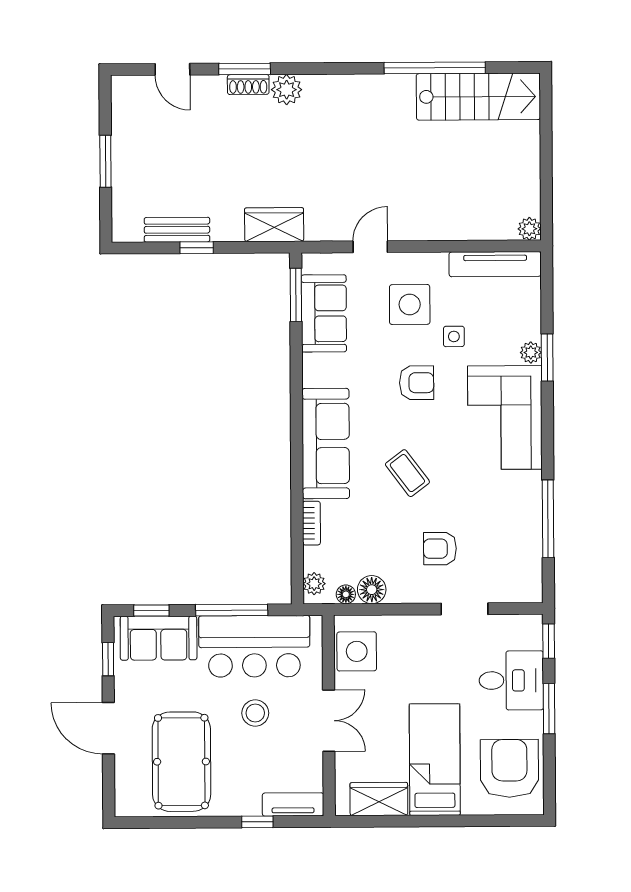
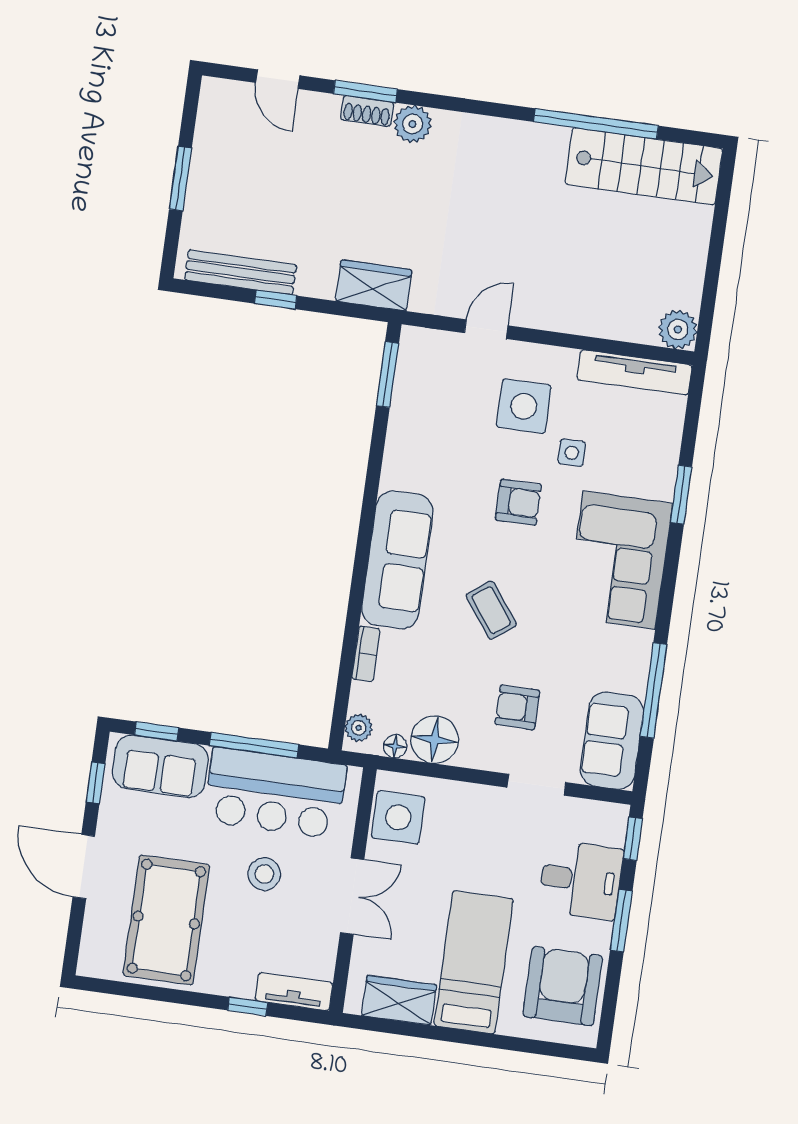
plant: (529, 229) -> (678, 330), width x1.38, depth x1.38
bench: (177, 230) -> (241, 272), width x1.36
sofa: (324, 313) -> (612, 741), moved, turned 180
plant: (531, 353) -> (662, 486), removed
floor lamp: (372, 590) -> (435, 740), width x1.38, depth x1.38

